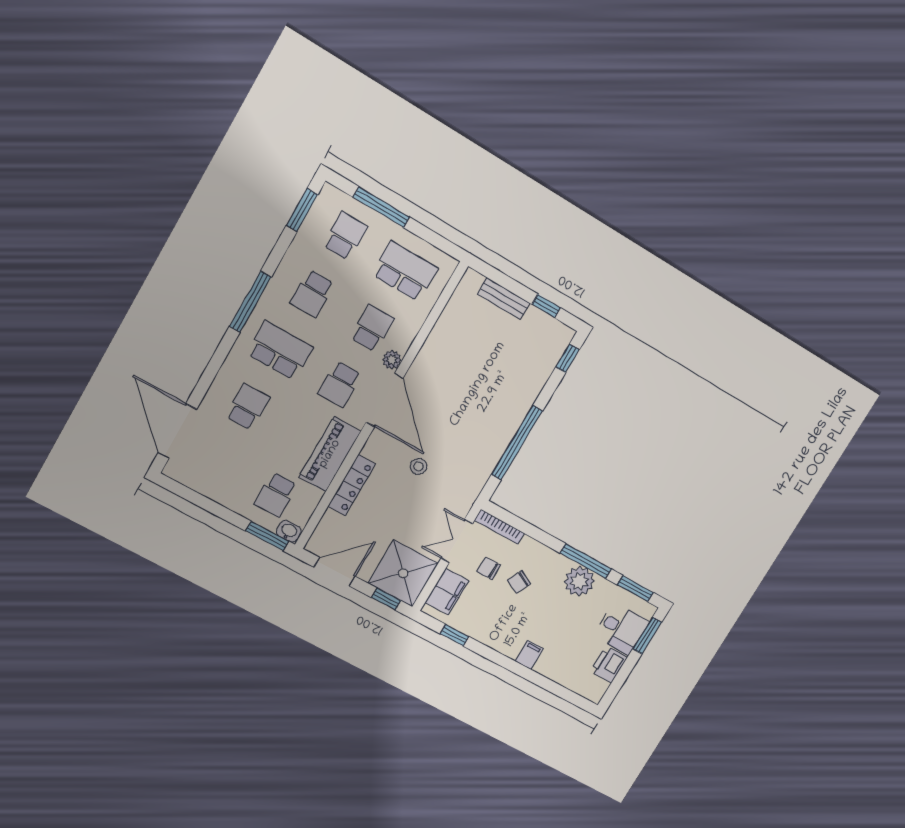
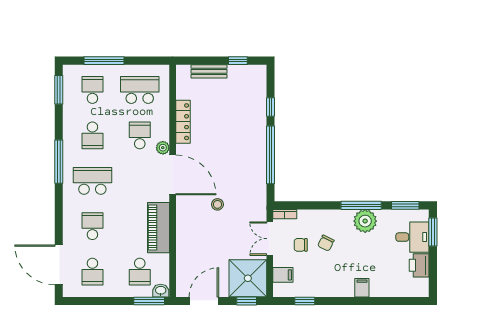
window: (568, 358) -> (271, 107), moved
school desk: (340, 384) -> (92, 272), moved
locker: (352, 485) -> (183, 122), moved
bookcase: (499, 527) -> (285, 214), width x0.64
filing cabinet: (447, 592) -> (283, 275), width x0.50

